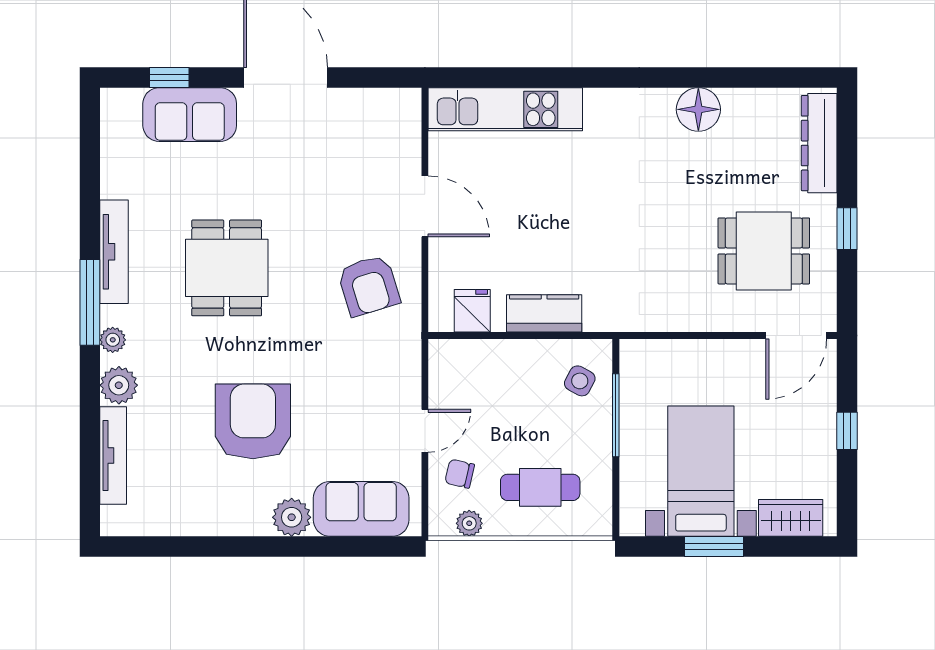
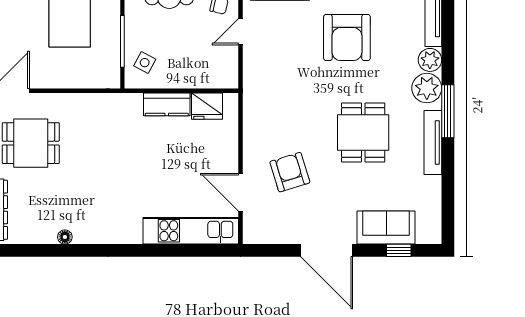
floor lamp: (698, 109) -> (65, 237), width x0.53, depth x0.53
door: (425, 206) -> (241, 192), moved
armchair: (369, 285) -> (290, 172), moved
fridge: (472, 311) -> (207, 106), width x1.38
plant: (113, 340) -> (427, 88), width x1.88, depth x1.88

